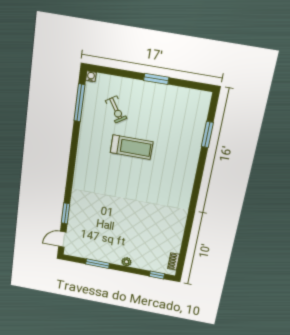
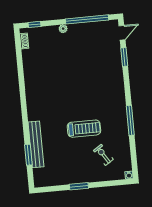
window: (79, 103) -> (130, 120), moved
bench: (194, 144) -> (36, 144), added
treadmill: (132, 147) -> (84, 129), turned 180
window: (98, 264) -> (87, 19), width x2.11

